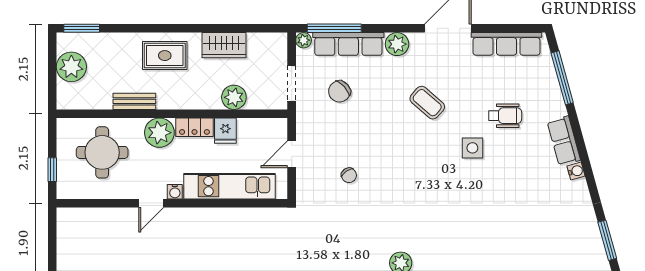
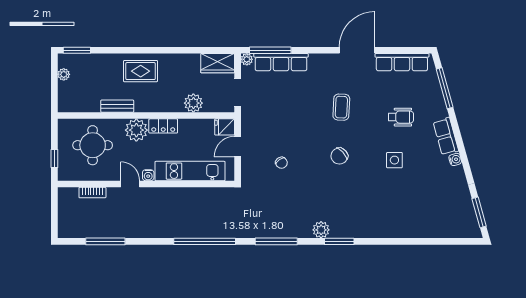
plant: (397, 44) -> (318, 62), removed
wardrobe: (224, 45) -> (218, 63), moved
plant: (71, 67) -> (64, 74), width x0.53, depth x0.53
chair: (339, 91) -> (339, 156), moved
coffee table: (427, 103) -> (341, 107), turned 52
fridge: (225, 131) -> (225, 127), moved, turned 90
side table: (472, 148) -> (394, 160), moved
door: (151, 203) -> (130, 184), swing flipped
bookcase: (102, 214) -> (92, 193), added

